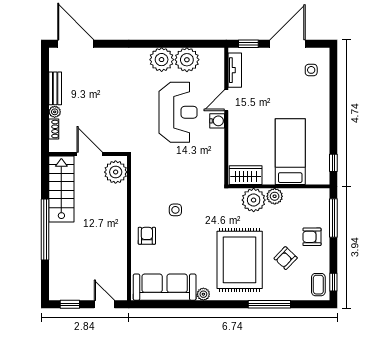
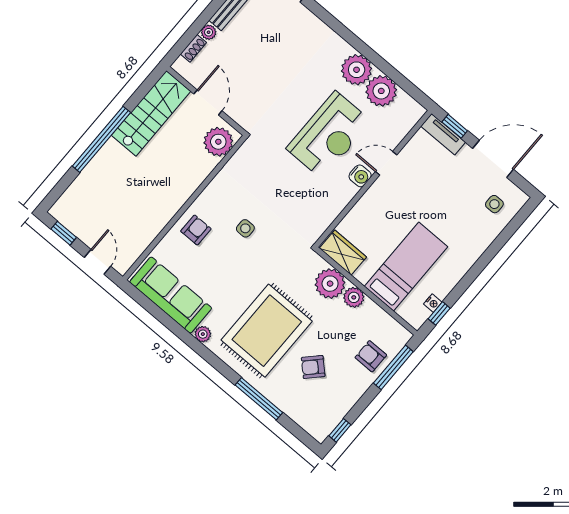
tv unit: (235, 70) -> (443, 134), moved, turned 90
nightstand: (324, 160) -> (433, 303), added
armchair: (312, 237) -> (371, 356), moved
coffee table: (318, 285) -> (323, 420), removed

